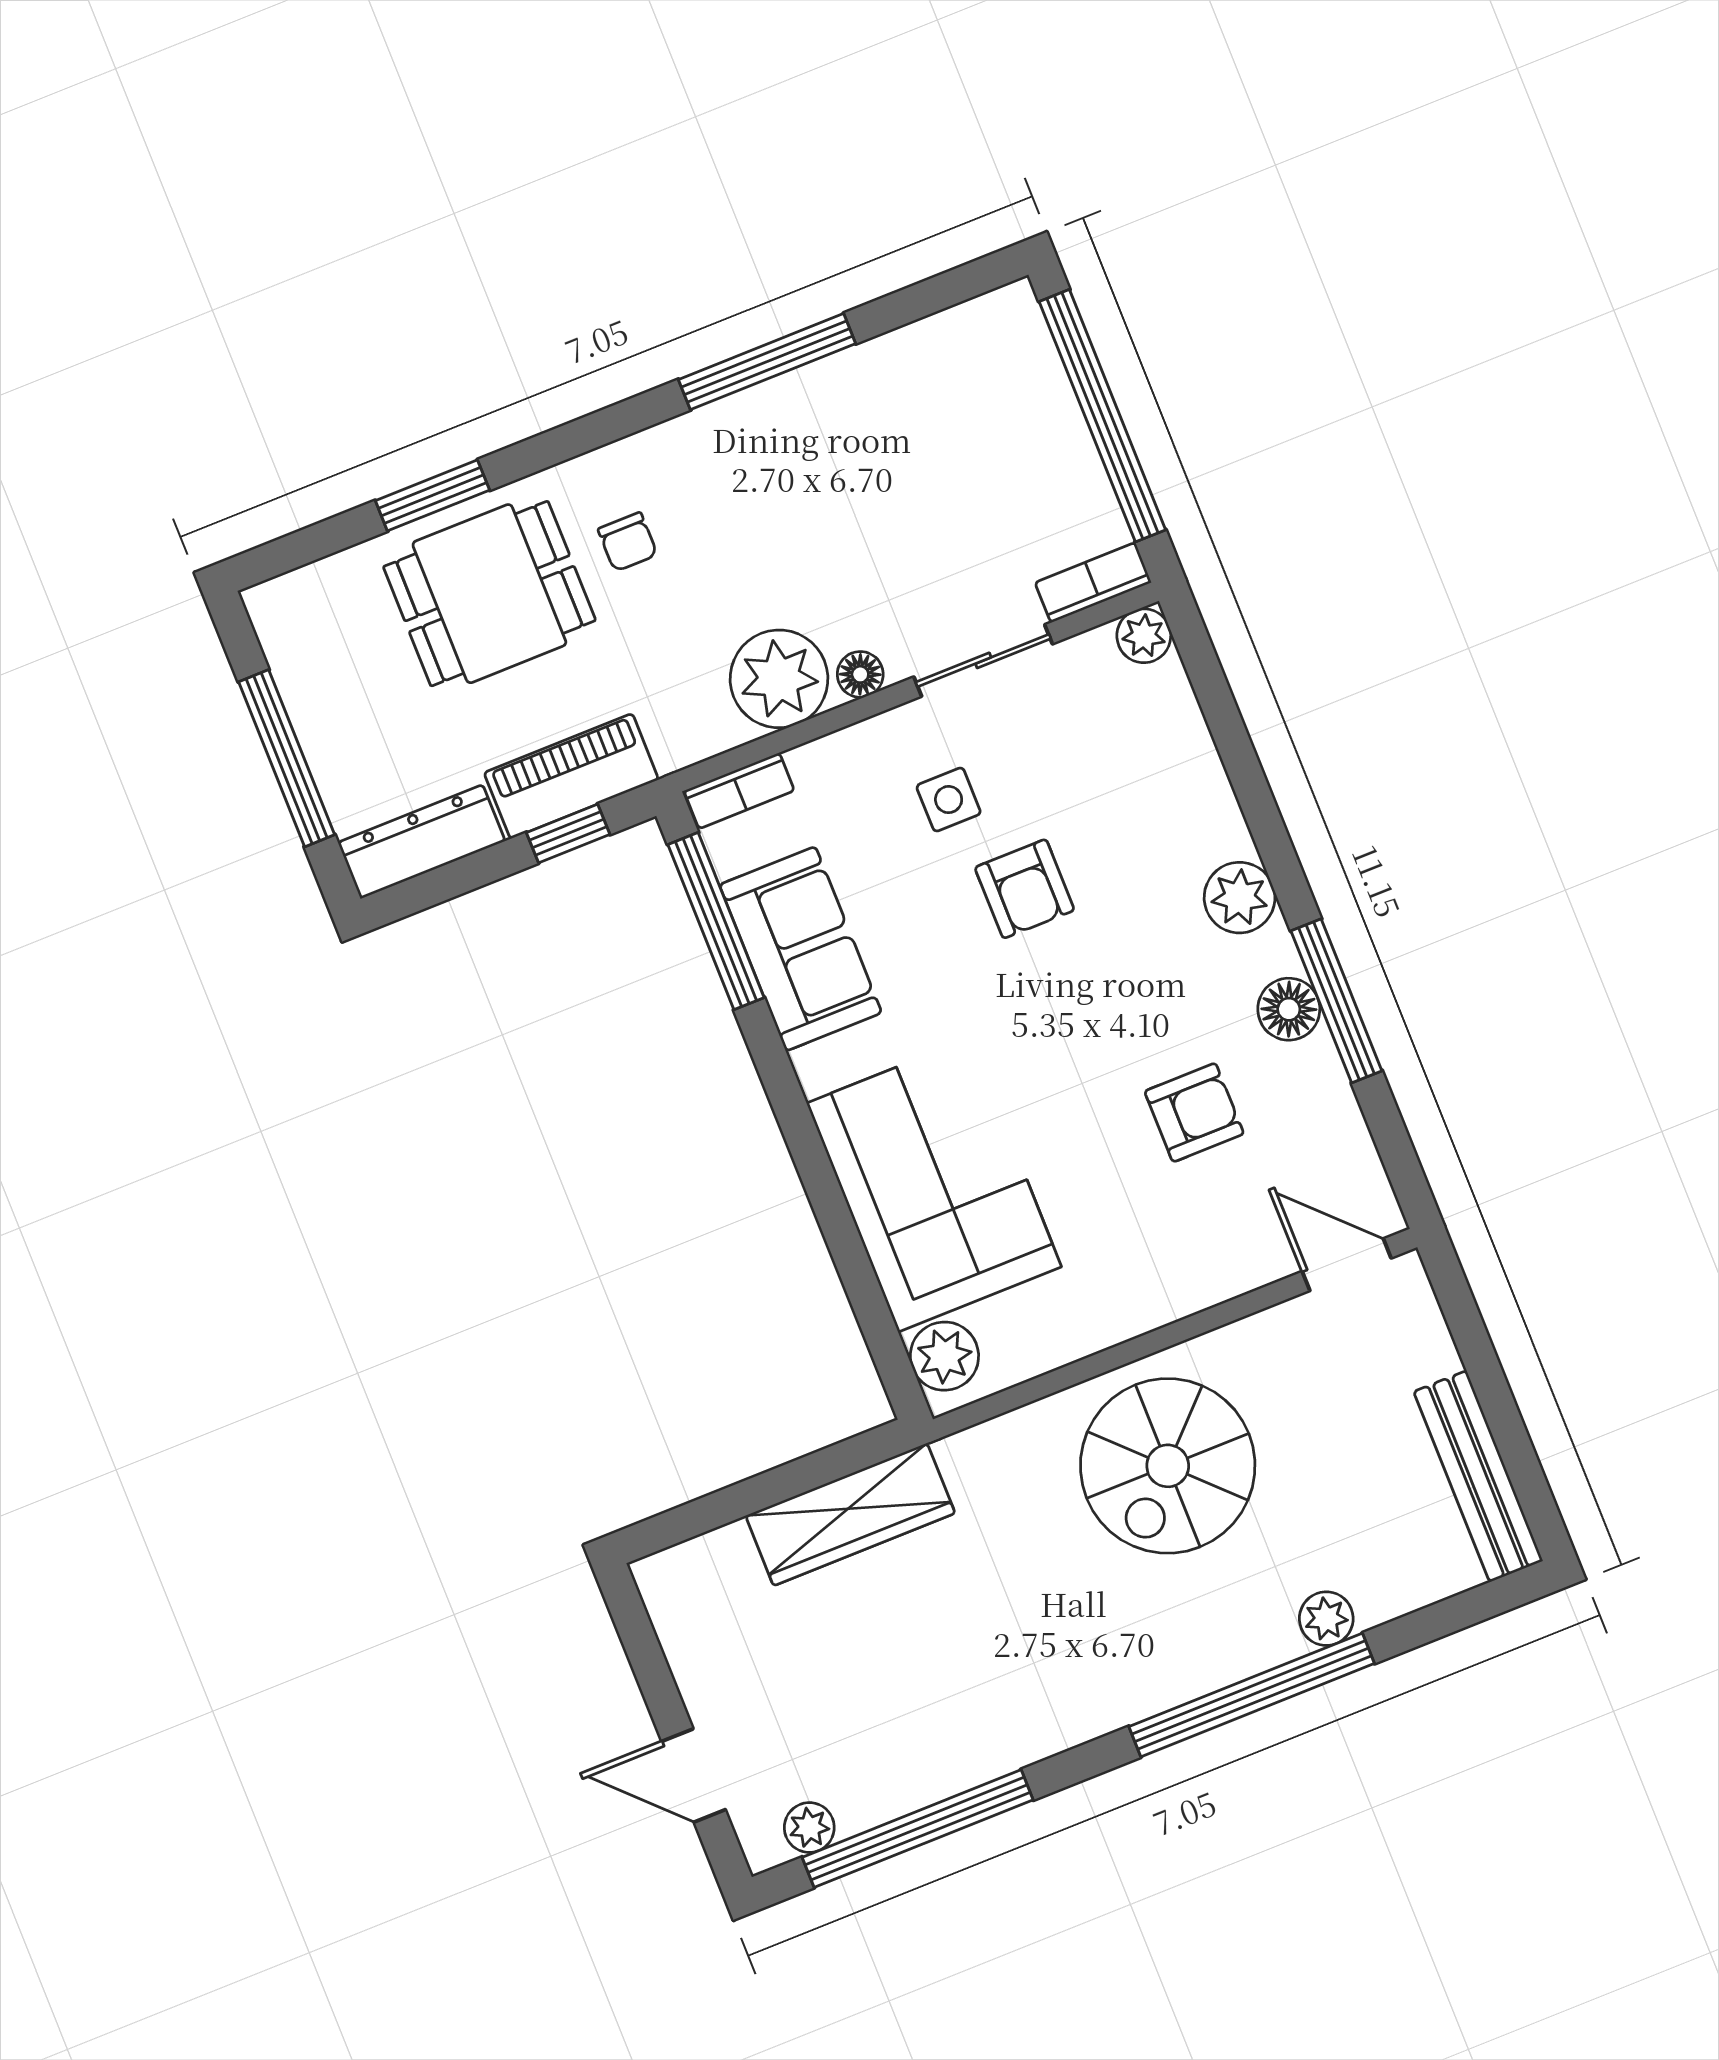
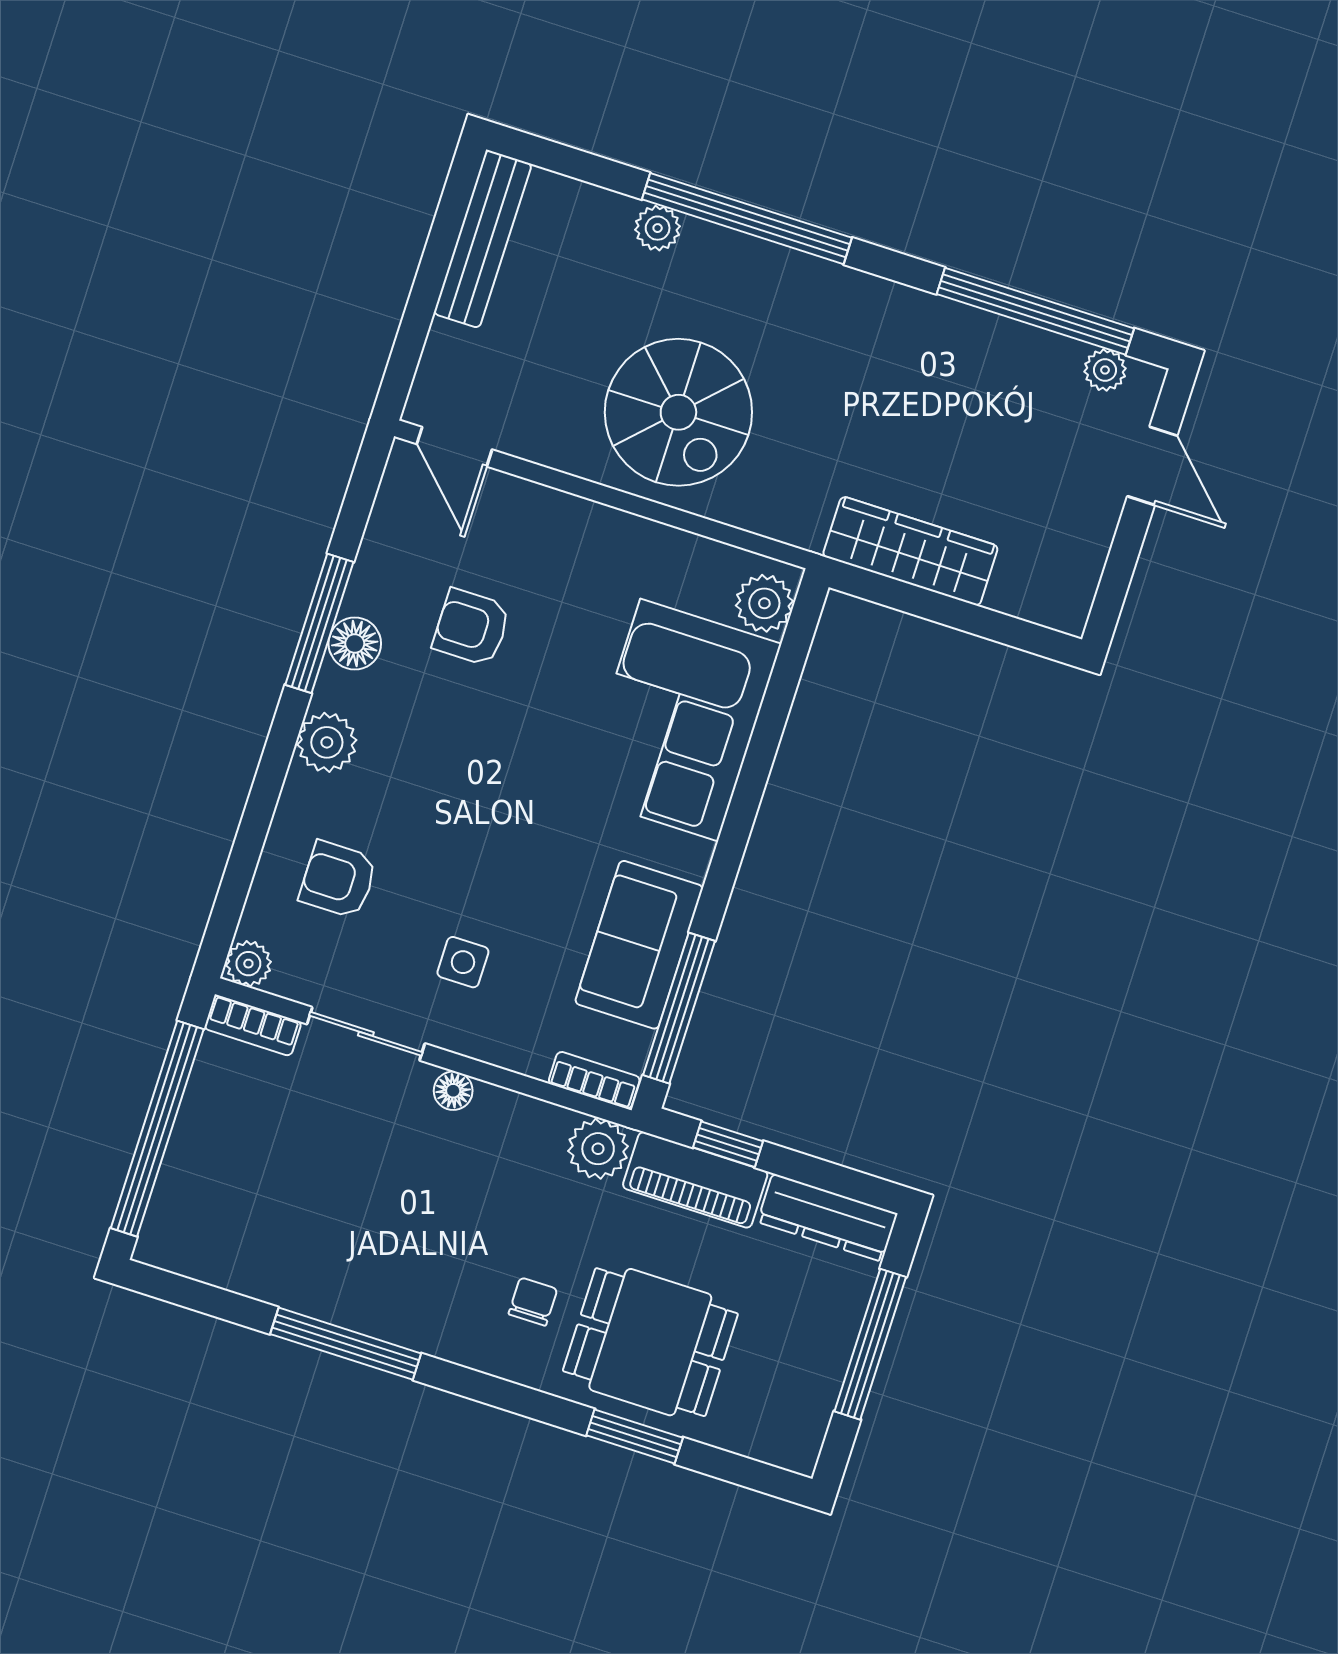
plant: (779, 679) -> (598, 1149), moved, width x0.73, depth x0.73
armchair: (1025, 889) -> (338, 880), moved, turned -90
spiral stairs: (1168, 1466) -> (678, 412), turned 90

